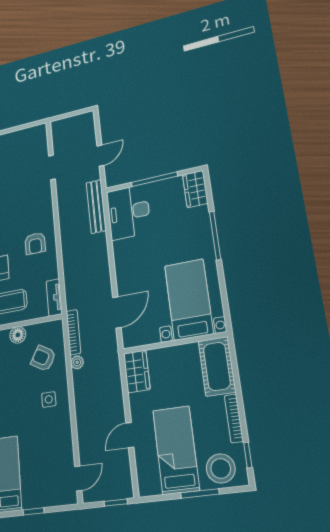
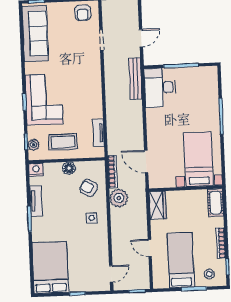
wardrobe: (195, 189) -> (210, 79), removed
armchair: (35, 243) -> (83, 13), moved
tv unit: (54, 297) -> (98, 133), moved
door: (117, 312) -> (146, 162), swing flipped
plant: (77, 362) -> (119, 198), width x1.88, depth x1.88
cot: (217, 366) -> (216, 203), width x0.73, depth x0.75
door: (130, 435) -> (150, 248), hinge flipped
stool: (221, 468) -> (209, 274), width x0.53, depth x0.53

